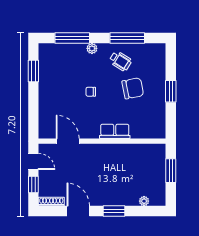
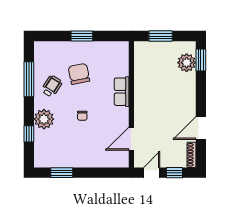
window: (72, 38) -> (29, 134), width x0.46
plant: (92, 48) -> (44, 119), width x1.88, depth x1.88
plant: (144, 201) -> (187, 63), width x1.88, depth x1.88
window: (114, 211) -> (201, 60), moved

